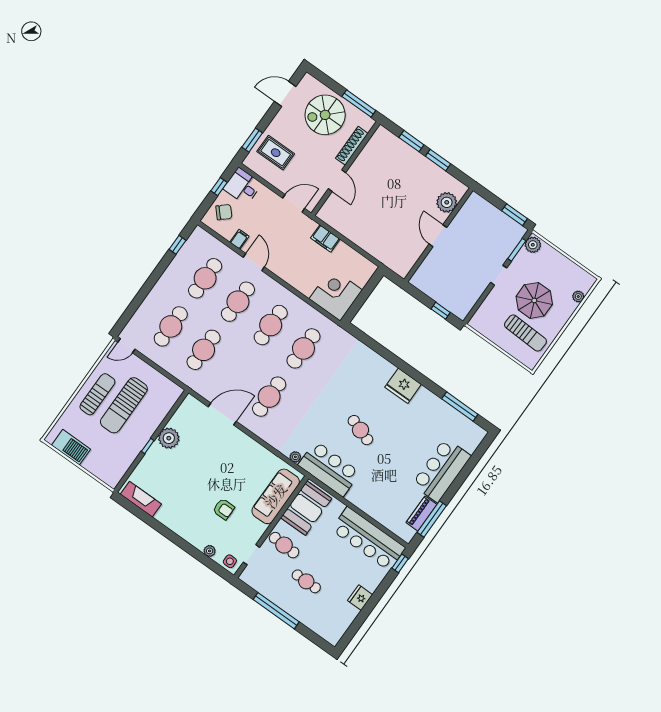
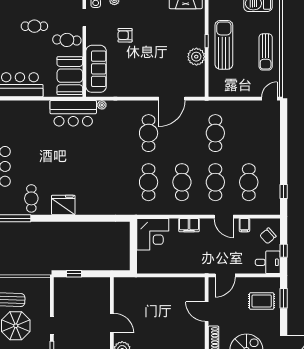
filing cabinet: (325, 238) -> (189, 225), moved, turned 180
cafe table: (171, 326) -> (249, 133), removed
sun lounger: (124, 405) -> (224, 45), moved
cafe table: (360, 430) -> (31, 198), moved, turned 71

